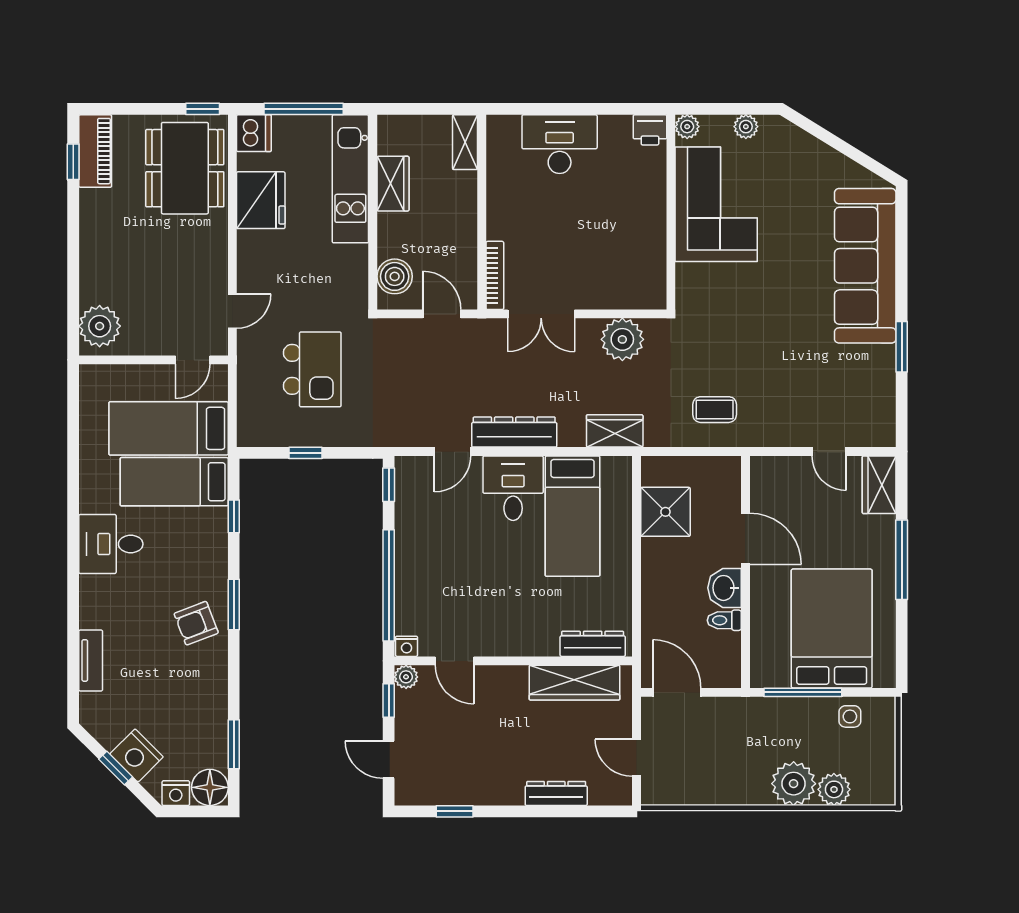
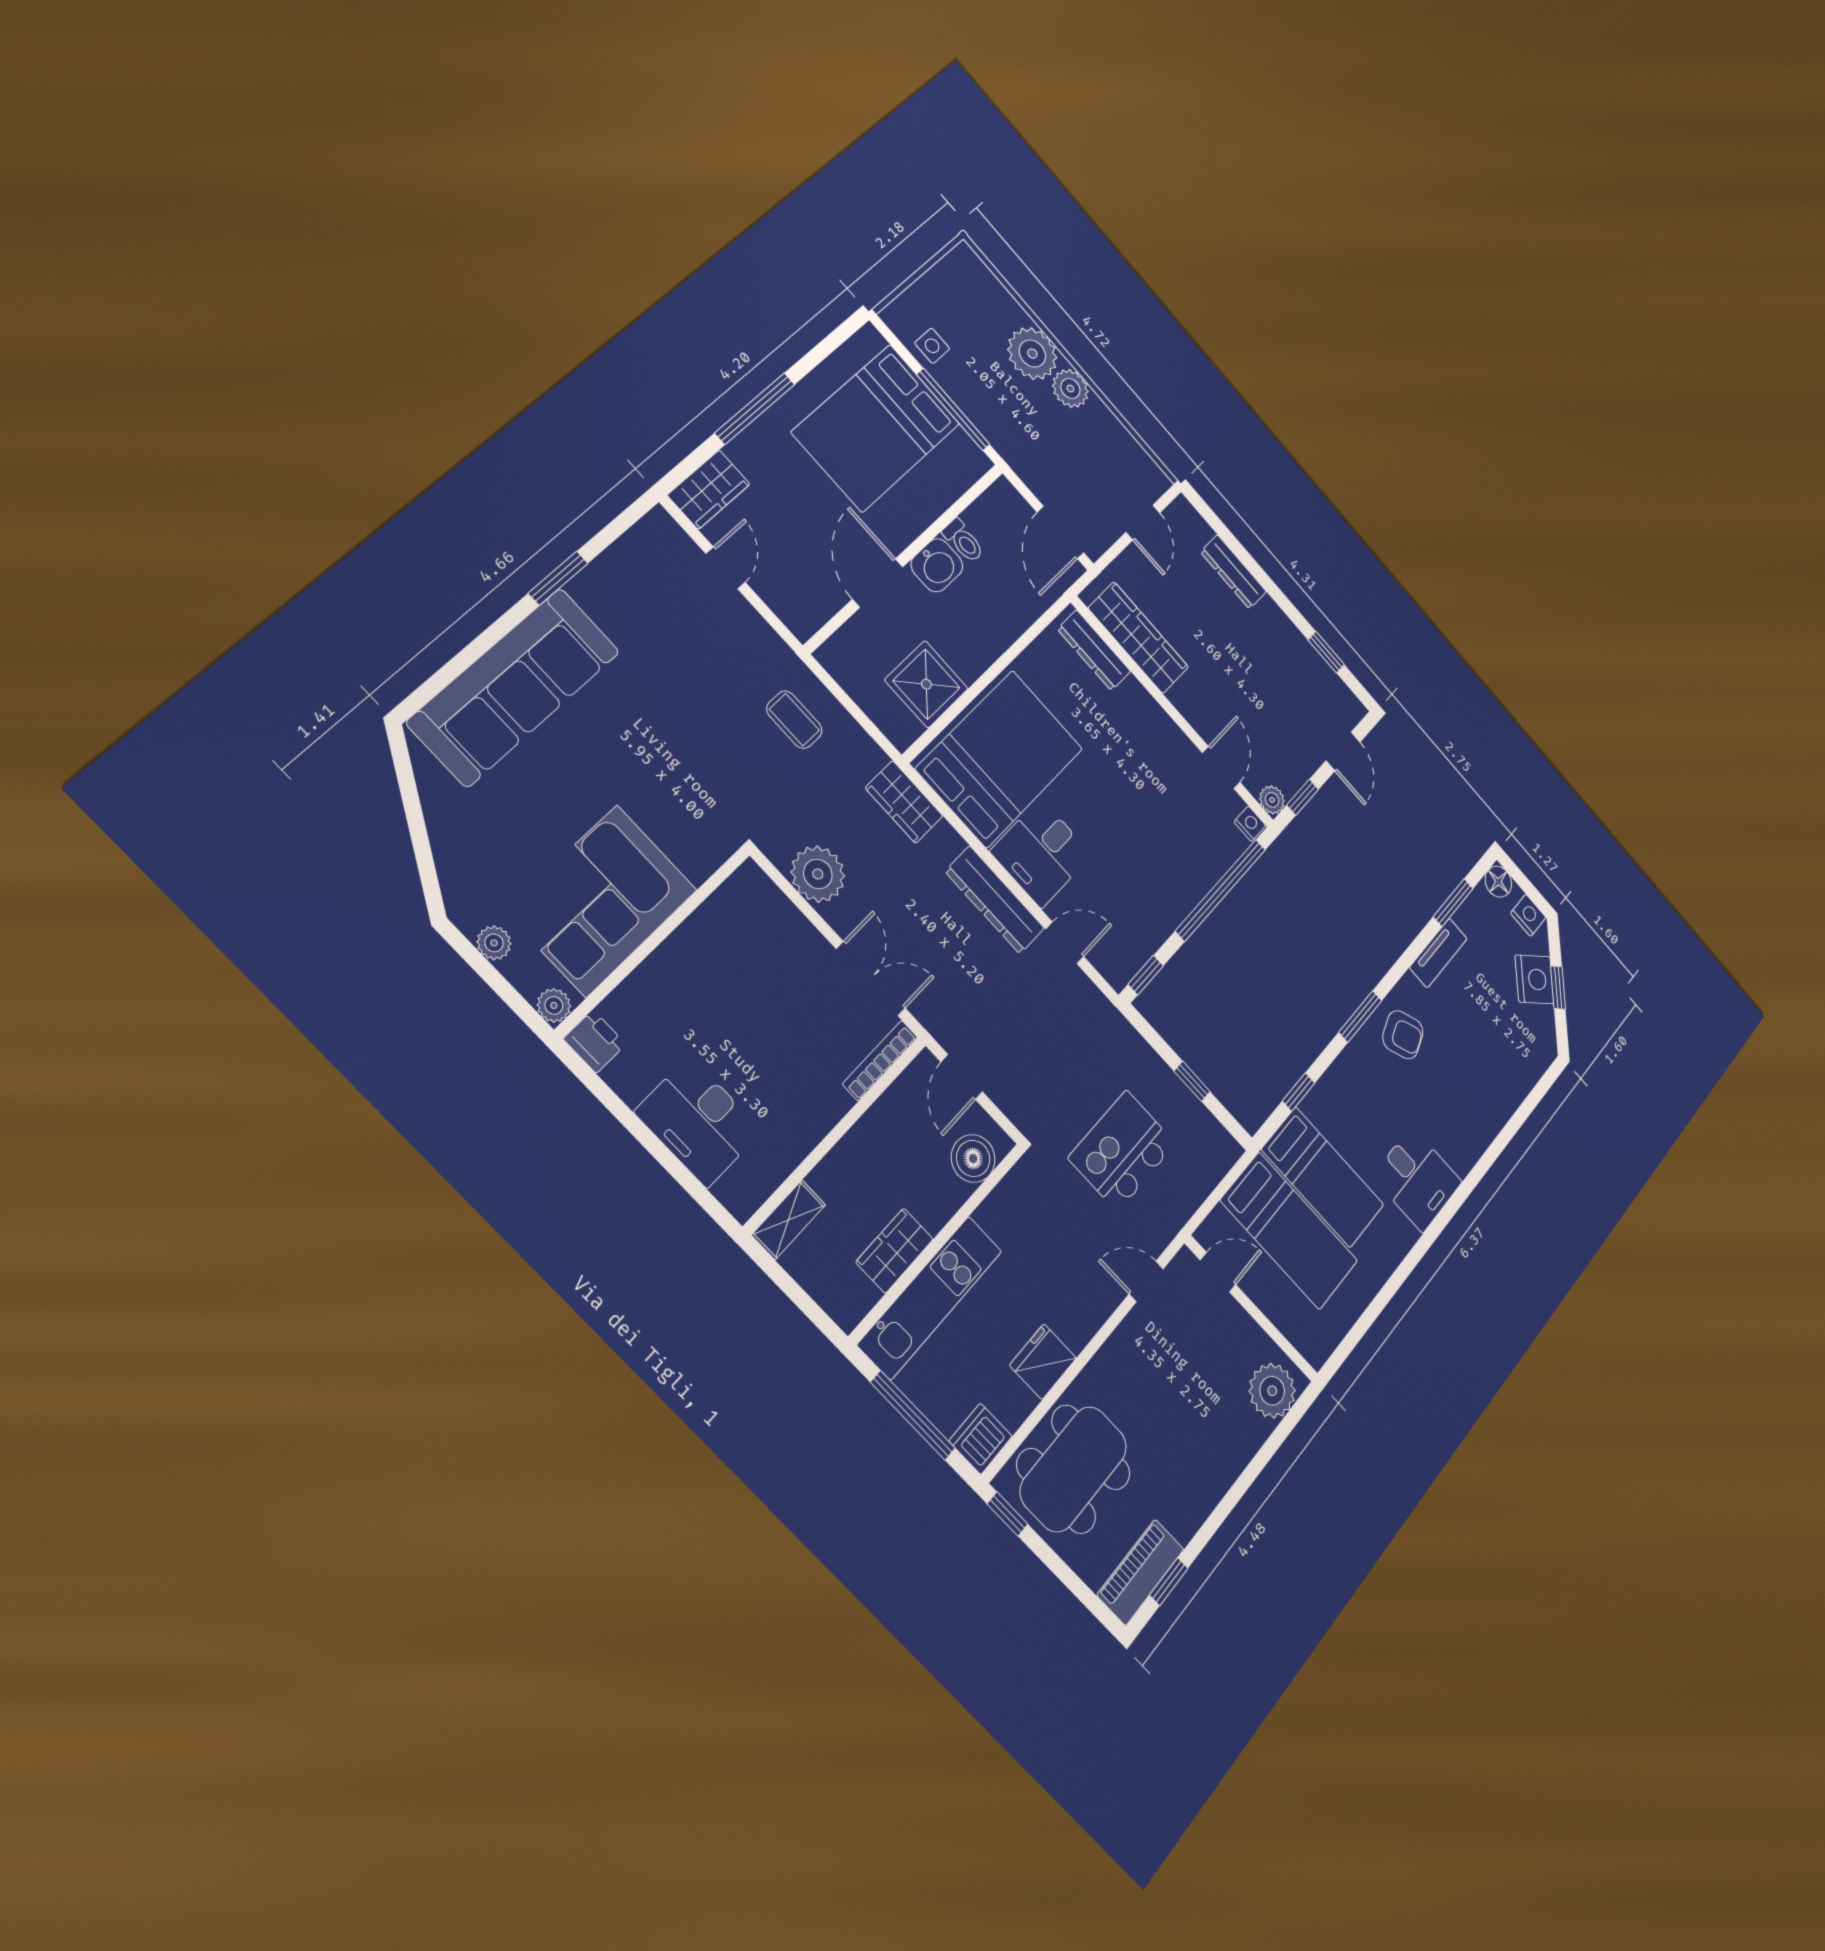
fridge: (261, 200) -> (1043, 1362), width x0.73, depth x0.75
bed: (572, 516) -> (1000, 759), width x1.50
tv unit: (91, 660) -> (1438, 953), moved, turned 180
floor lamp: (210, 787) -> (1498, 882), width x0.73, depth x0.73
plant: (834, 789) -> (1070, 389), moved

